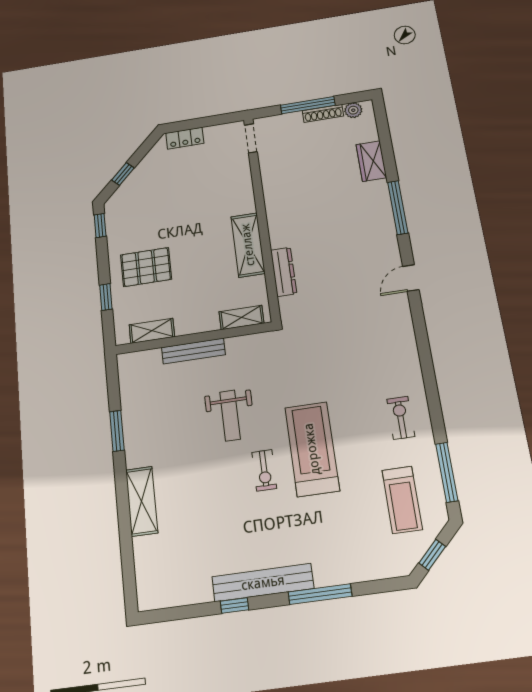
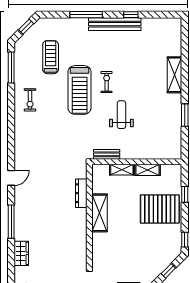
pallet: (146, 267) -> (160, 209), width x1.37, depth x1.41
shelving: (241, 318) -> (122, 170), moved
shelving: (152, 331) -> (148, 170), moved
bench: (193, 351) -> (107, 154), moved, width x0.73
treadmill: (402, 500) -> (51, 57), moved

